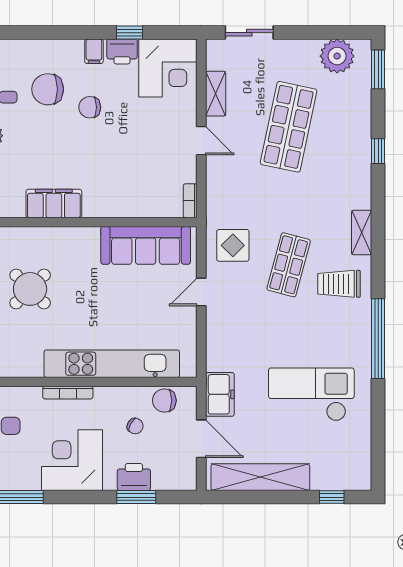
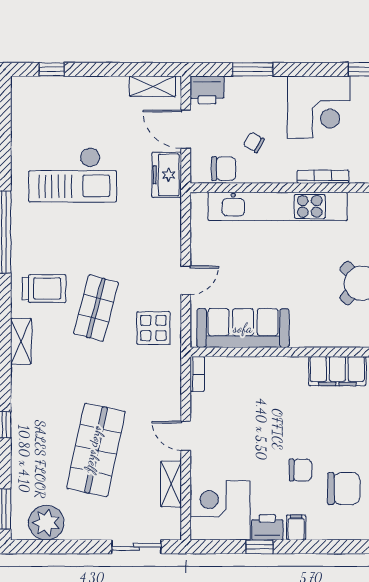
printer: (134, 477) -> (207, 90), moved
shelving: (260, 477) -> (153, 86), width x0.45, depth x0.75

